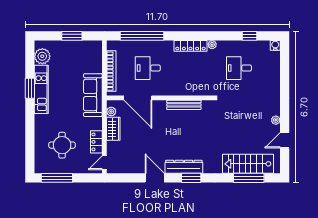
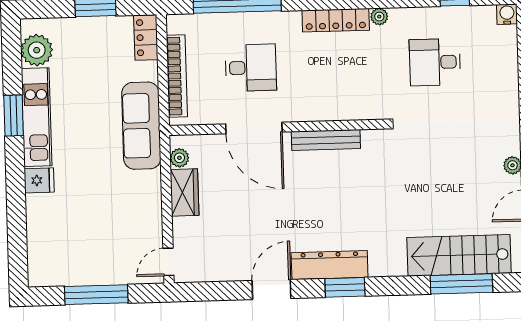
desk: (148, 68) -> (251, 68), turned 180
door: (138, 98) -> (254, 128), moved
fridge: (42, 121) -> (39, 180), added
locker: (96, 142) -> (146, 38), moved
round table: (62, 145) -> (82, 229), removed
window: (57, 178) -> (96, 295), moved
door: (155, 178) -> (272, 289), hinge flipped

